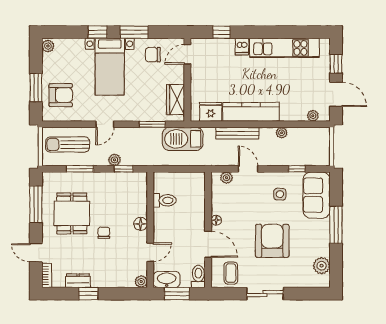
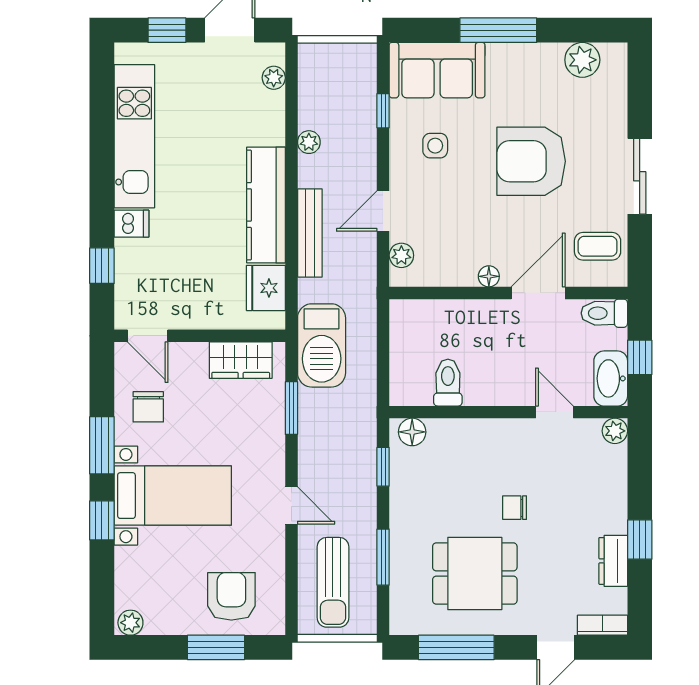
plant: (115, 160) -> (365, 486), removed
floor lamp: (141, 224) -> (412, 432), moved
window: (177, 294) -> (640, 357), width x0.67

